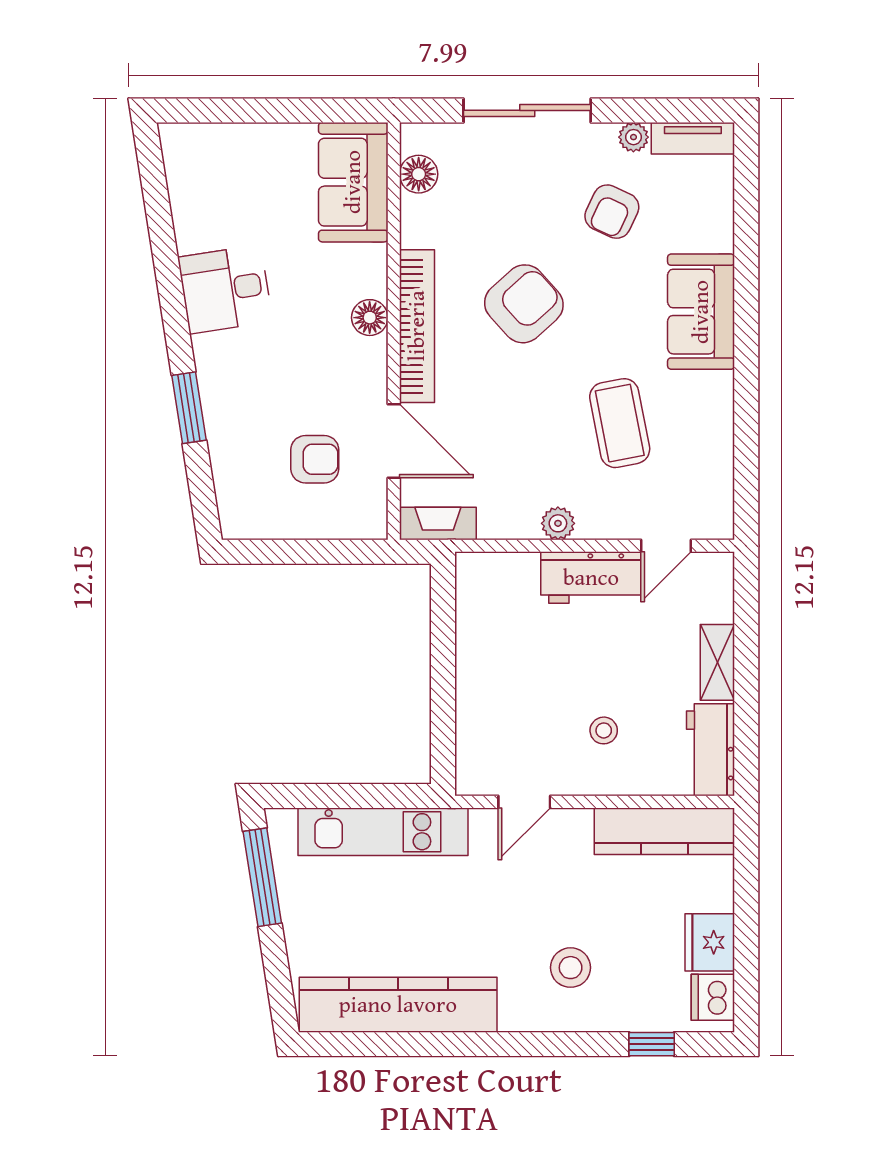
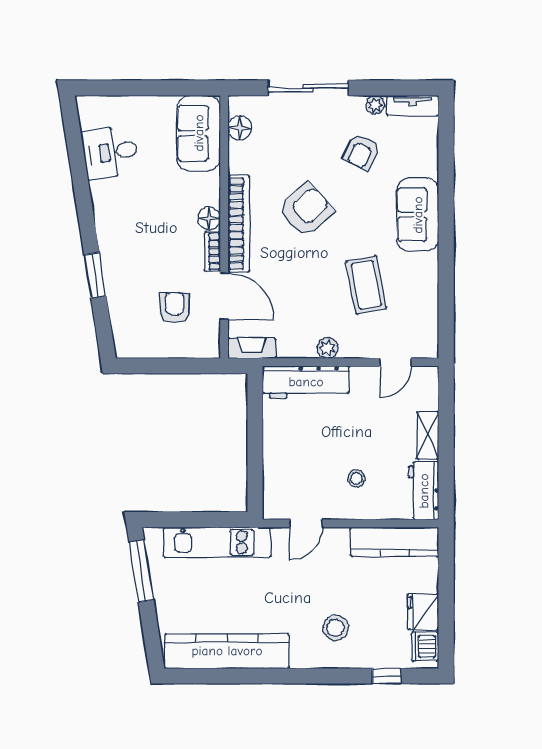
desk: (225, 289) -> (110, 152), moved
bookcase: (375, 370) -> (212, 251), added
armchair: (315, 459) -> (174, 308), turned -90
workbench: (591, 578) -> (306, 382), moved, width x1.38

